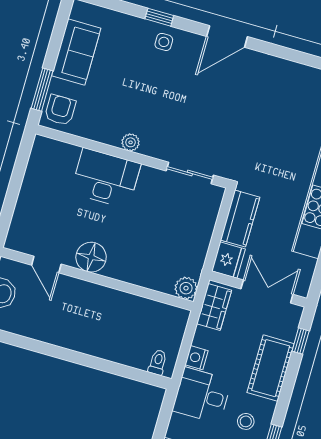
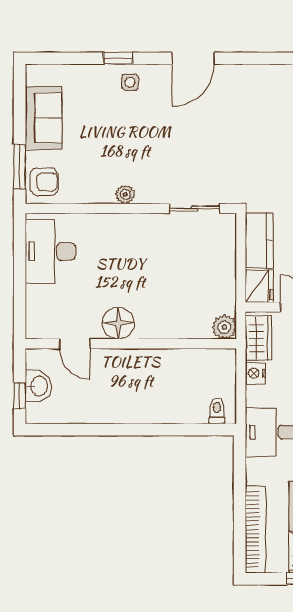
armchair: (60, 110) -> (44, 182), turned 90
desk: (106, 178) -> (51, 251), moved, turned -90
nightstand: (197, 358) -> (255, 373), moved

